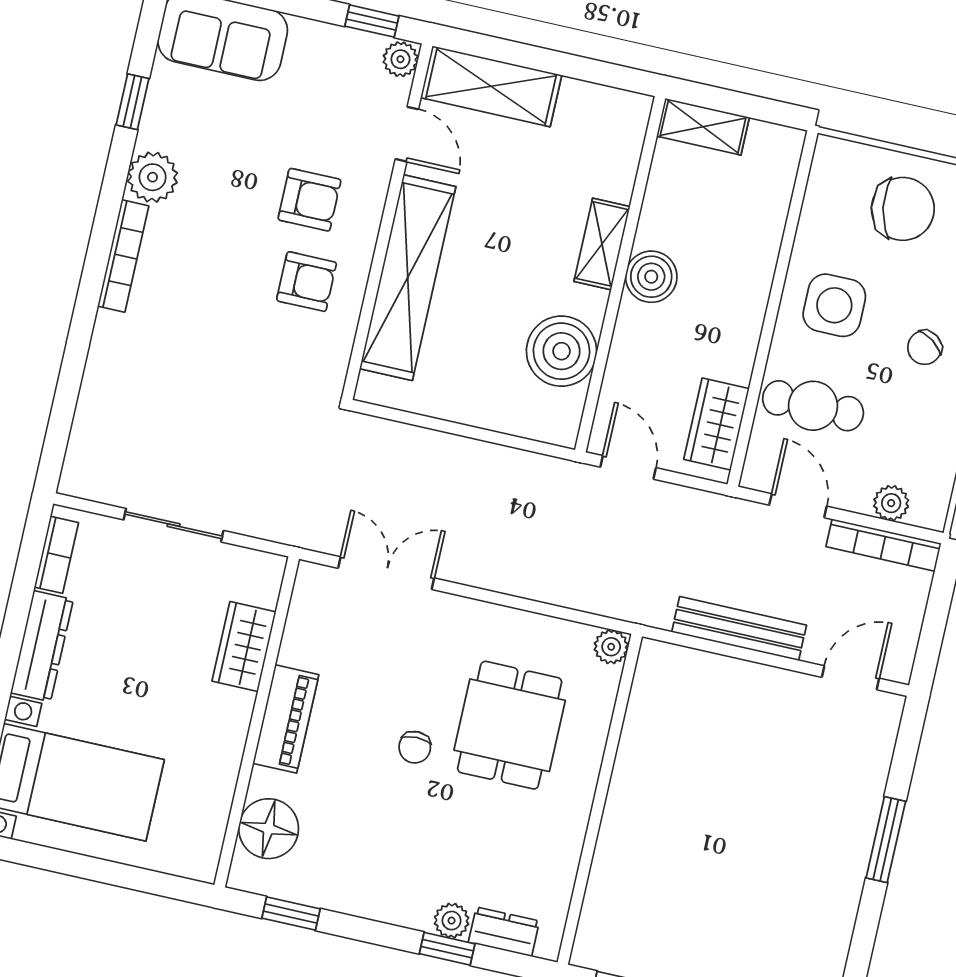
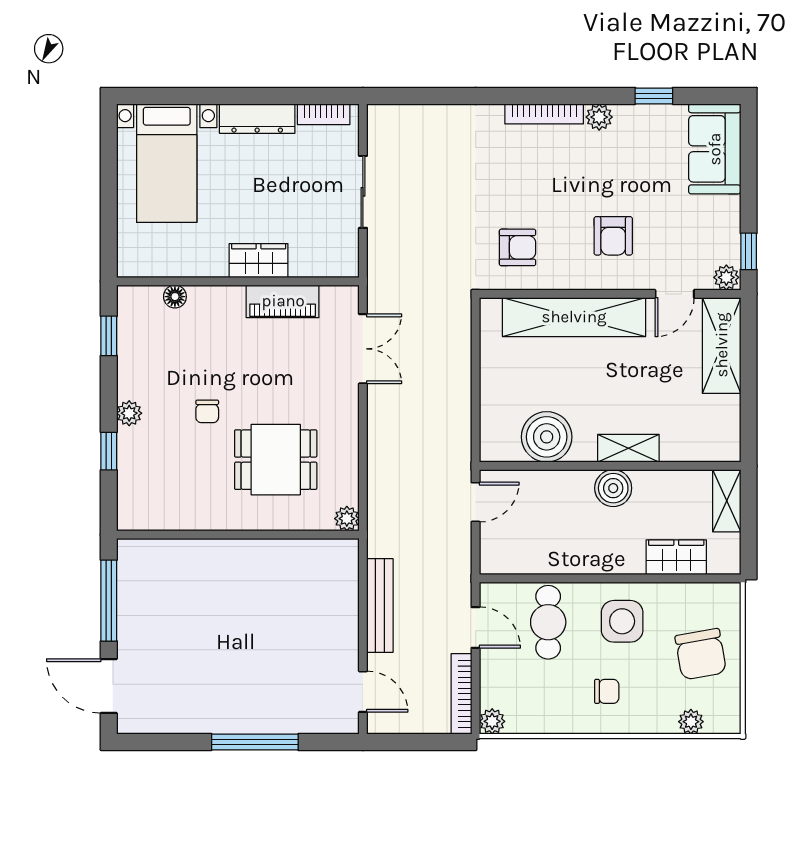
plant: (153, 177) -> (599, 117), width x0.73, depth x0.73
armchair: (307, 282) -> (518, 247), moved, turned -90
chair: (925, 348) -> (607, 691), turned 145
wardrobe: (716, 424) -> (676, 557), moved
plant: (891, 503) -> (492, 721), moved
door: (798, 506) -> (476, 627), hinge flipped
wardrobe: (244, 646) -> (259, 261), moved
piano: (286, 719) -> (283, 301), moved
chair: (415, 747) -> (207, 411), moved, turned -90
floor lamp: (269, 829) -> (175, 297), width x0.53, depth x0.53
window: (886, 840) -> (255, 742), width x1.44
plant: (452, 921) -> (129, 413), moved
dresser: (504, 932) -> (130, 488), removed

